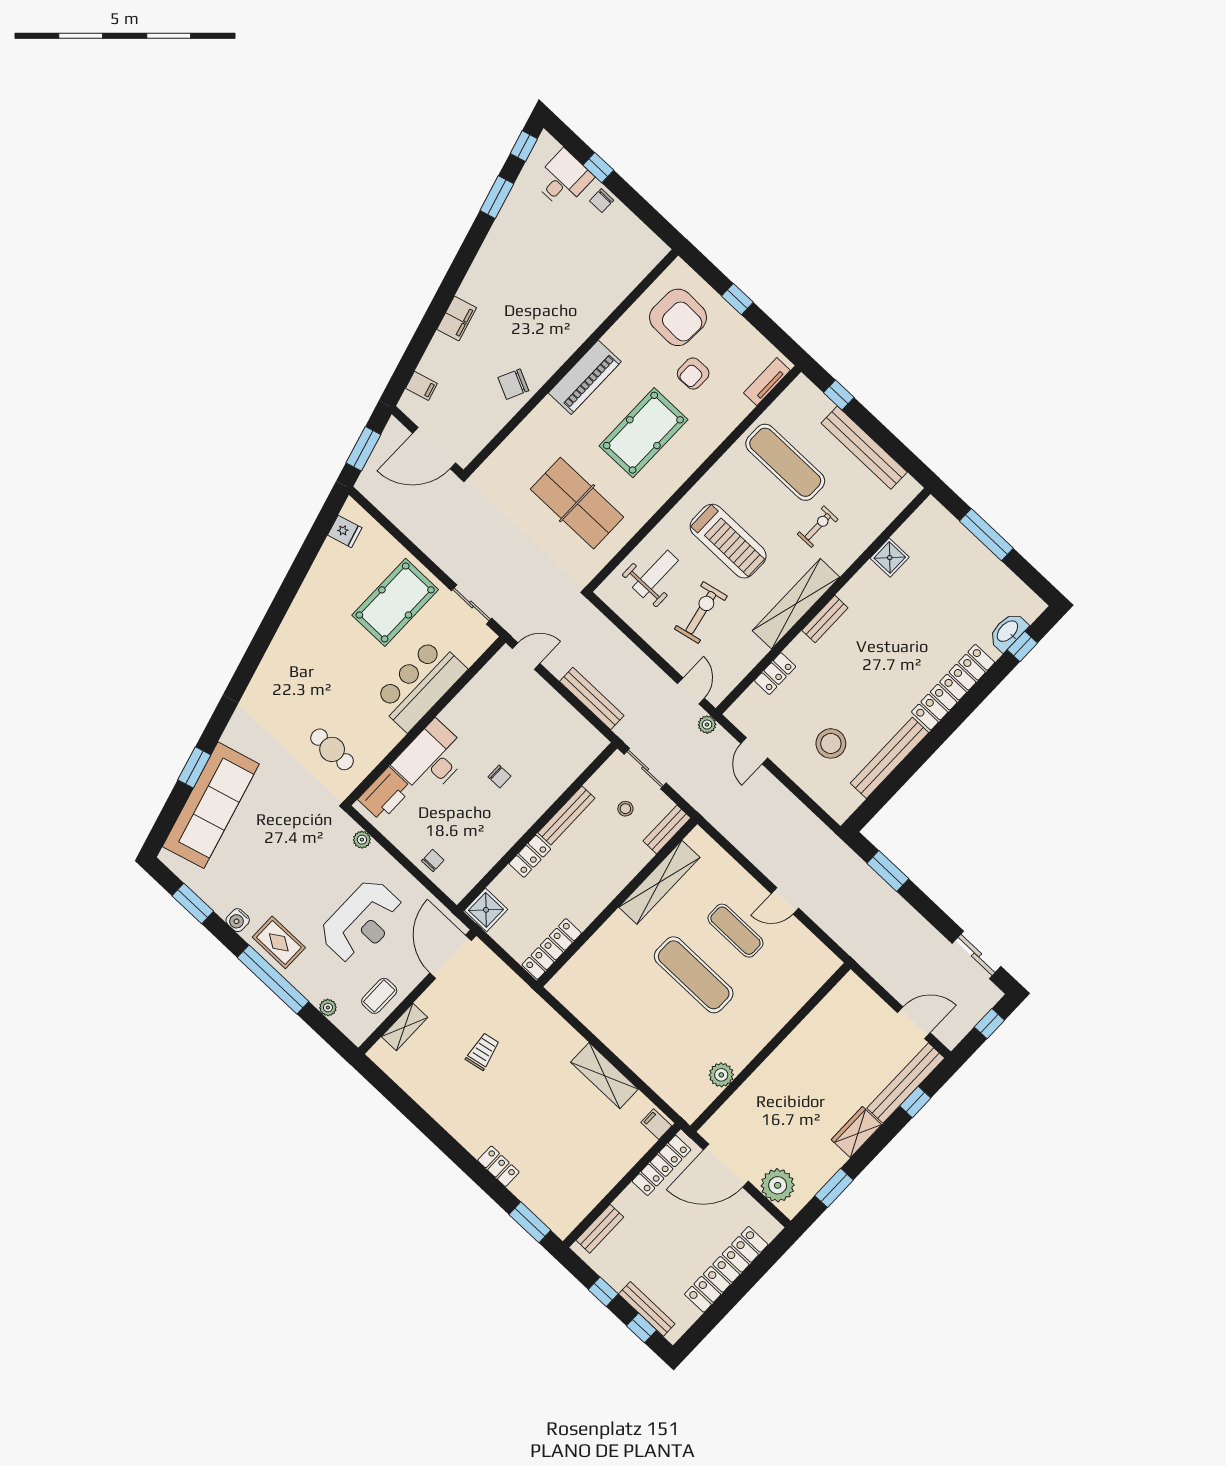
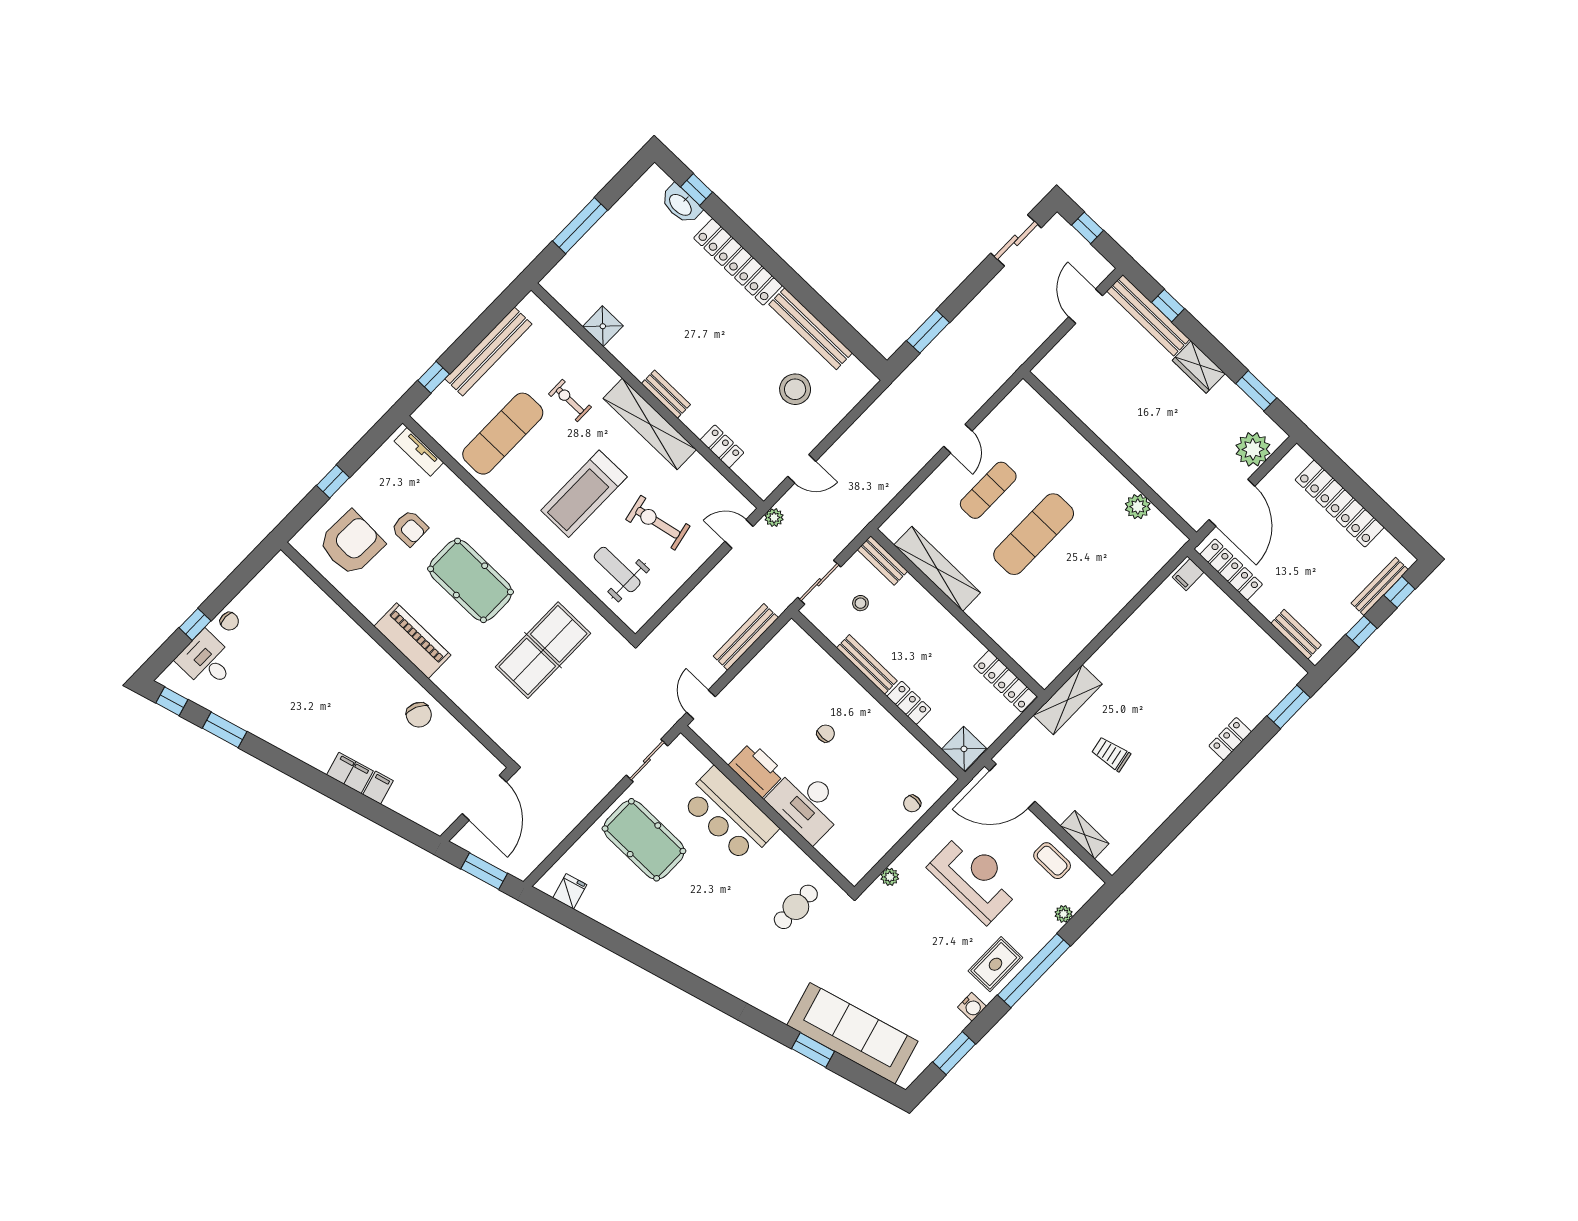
filing cabinet: (421, 386) -> (378, 788), moved
treadmill: (728, 541) -> (584, 494), turned 180
printer: (385, 794) -> (757, 769), moved
chair: (433, 861) -> (912, 804), turned -90
shelving: (604, 1076) -> (1068, 700), moved

